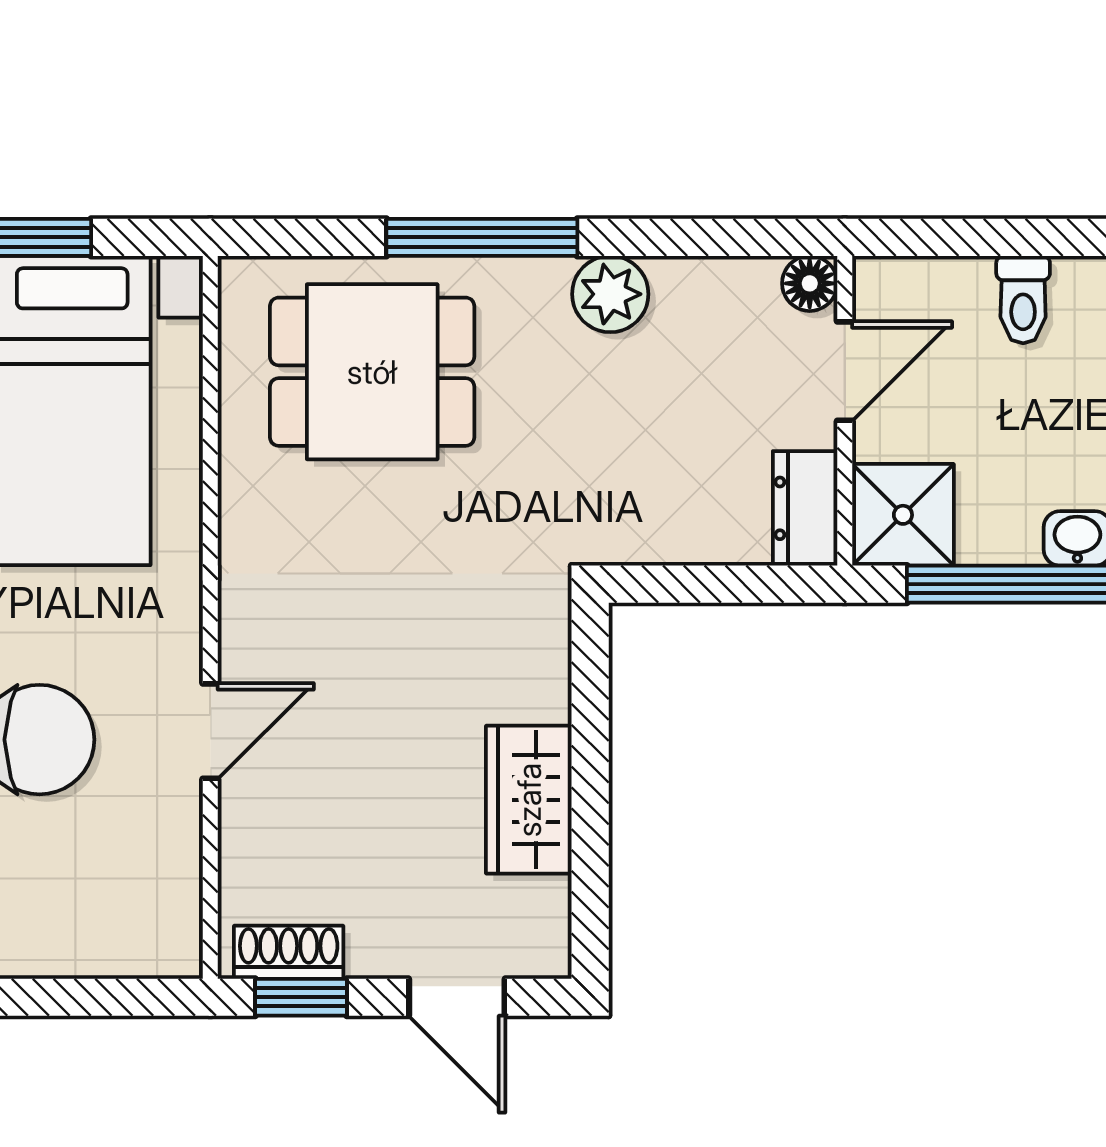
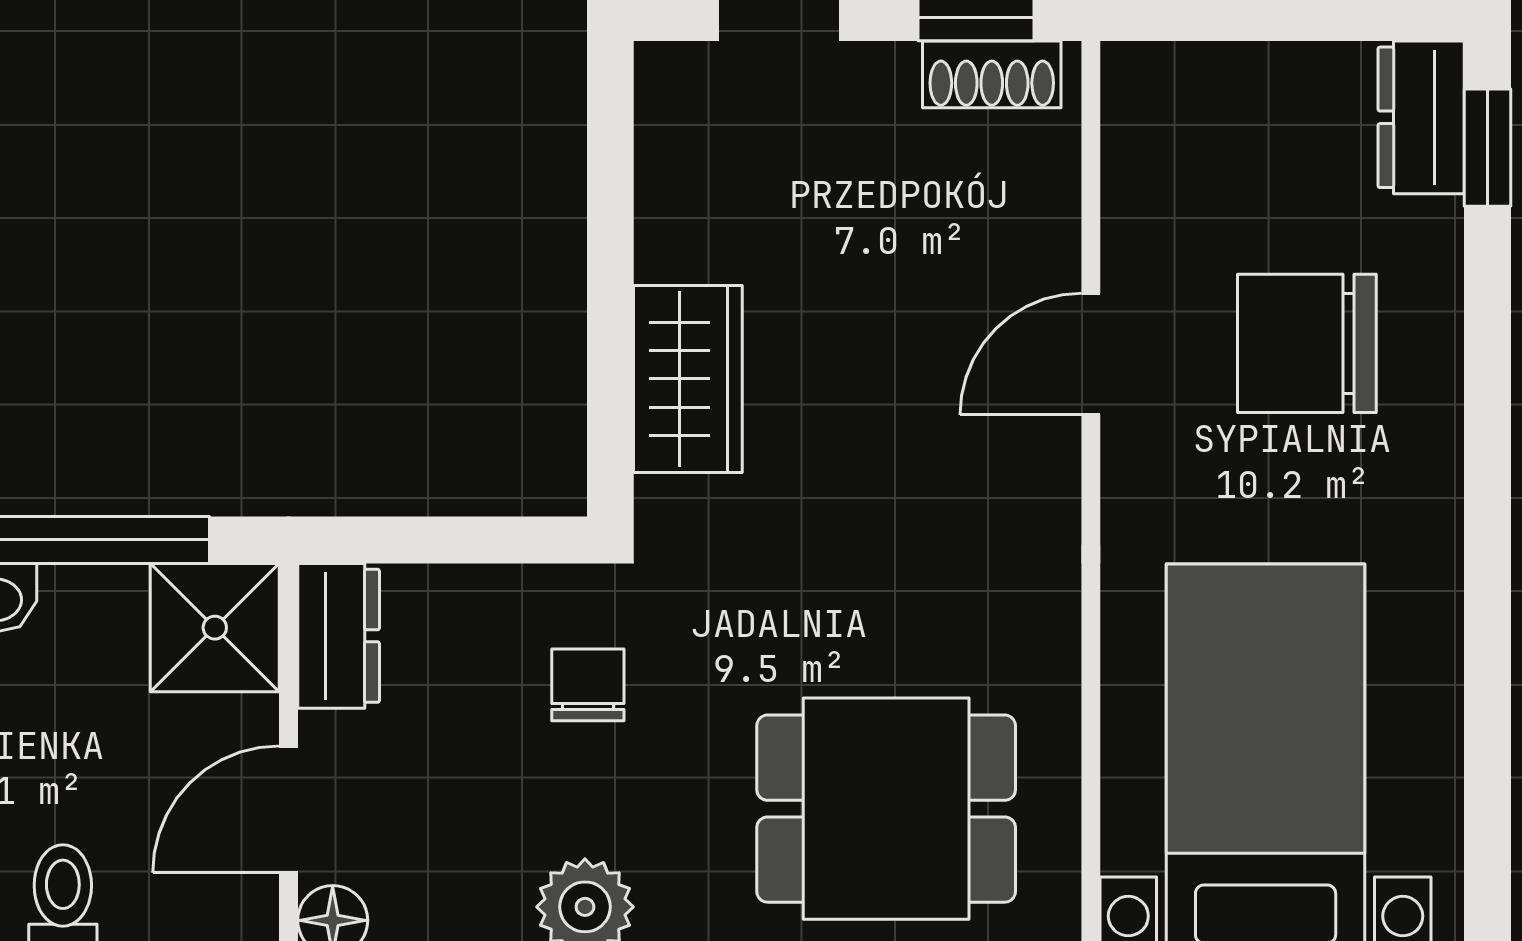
chair: (608, 470) -> (588, 685), added
wardrobe: (529, 800) -> (688, 379), moved

